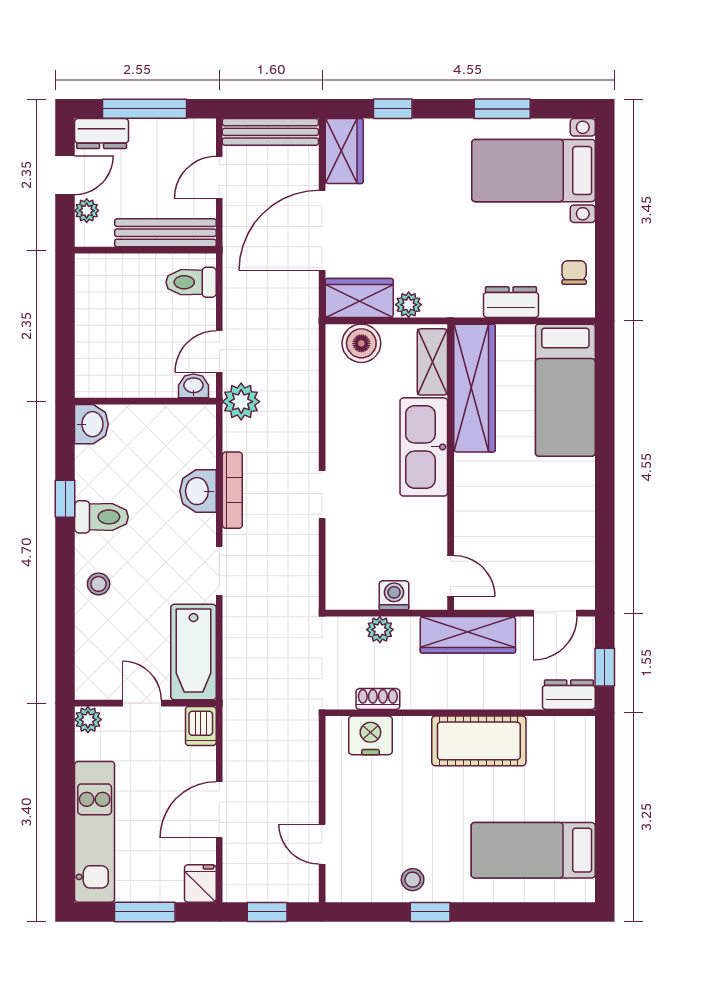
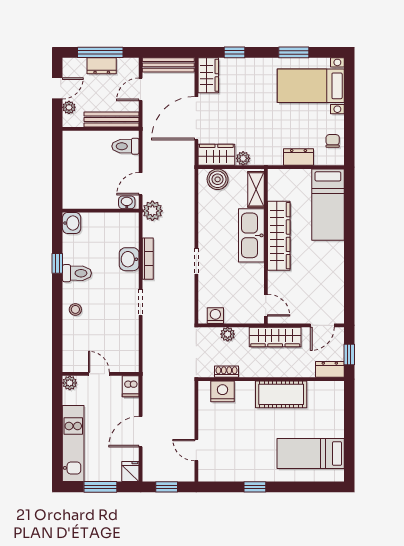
dresser: (102, 134) -> (102, 66), moved
wardrobe: (475, 388) -> (279, 236), moved
washing machine: (394, 595) -> (215, 316), moved
bathtub: (193, 652) -> (127, 346), removed
stool: (413, 880) -> (245, 469), removed

